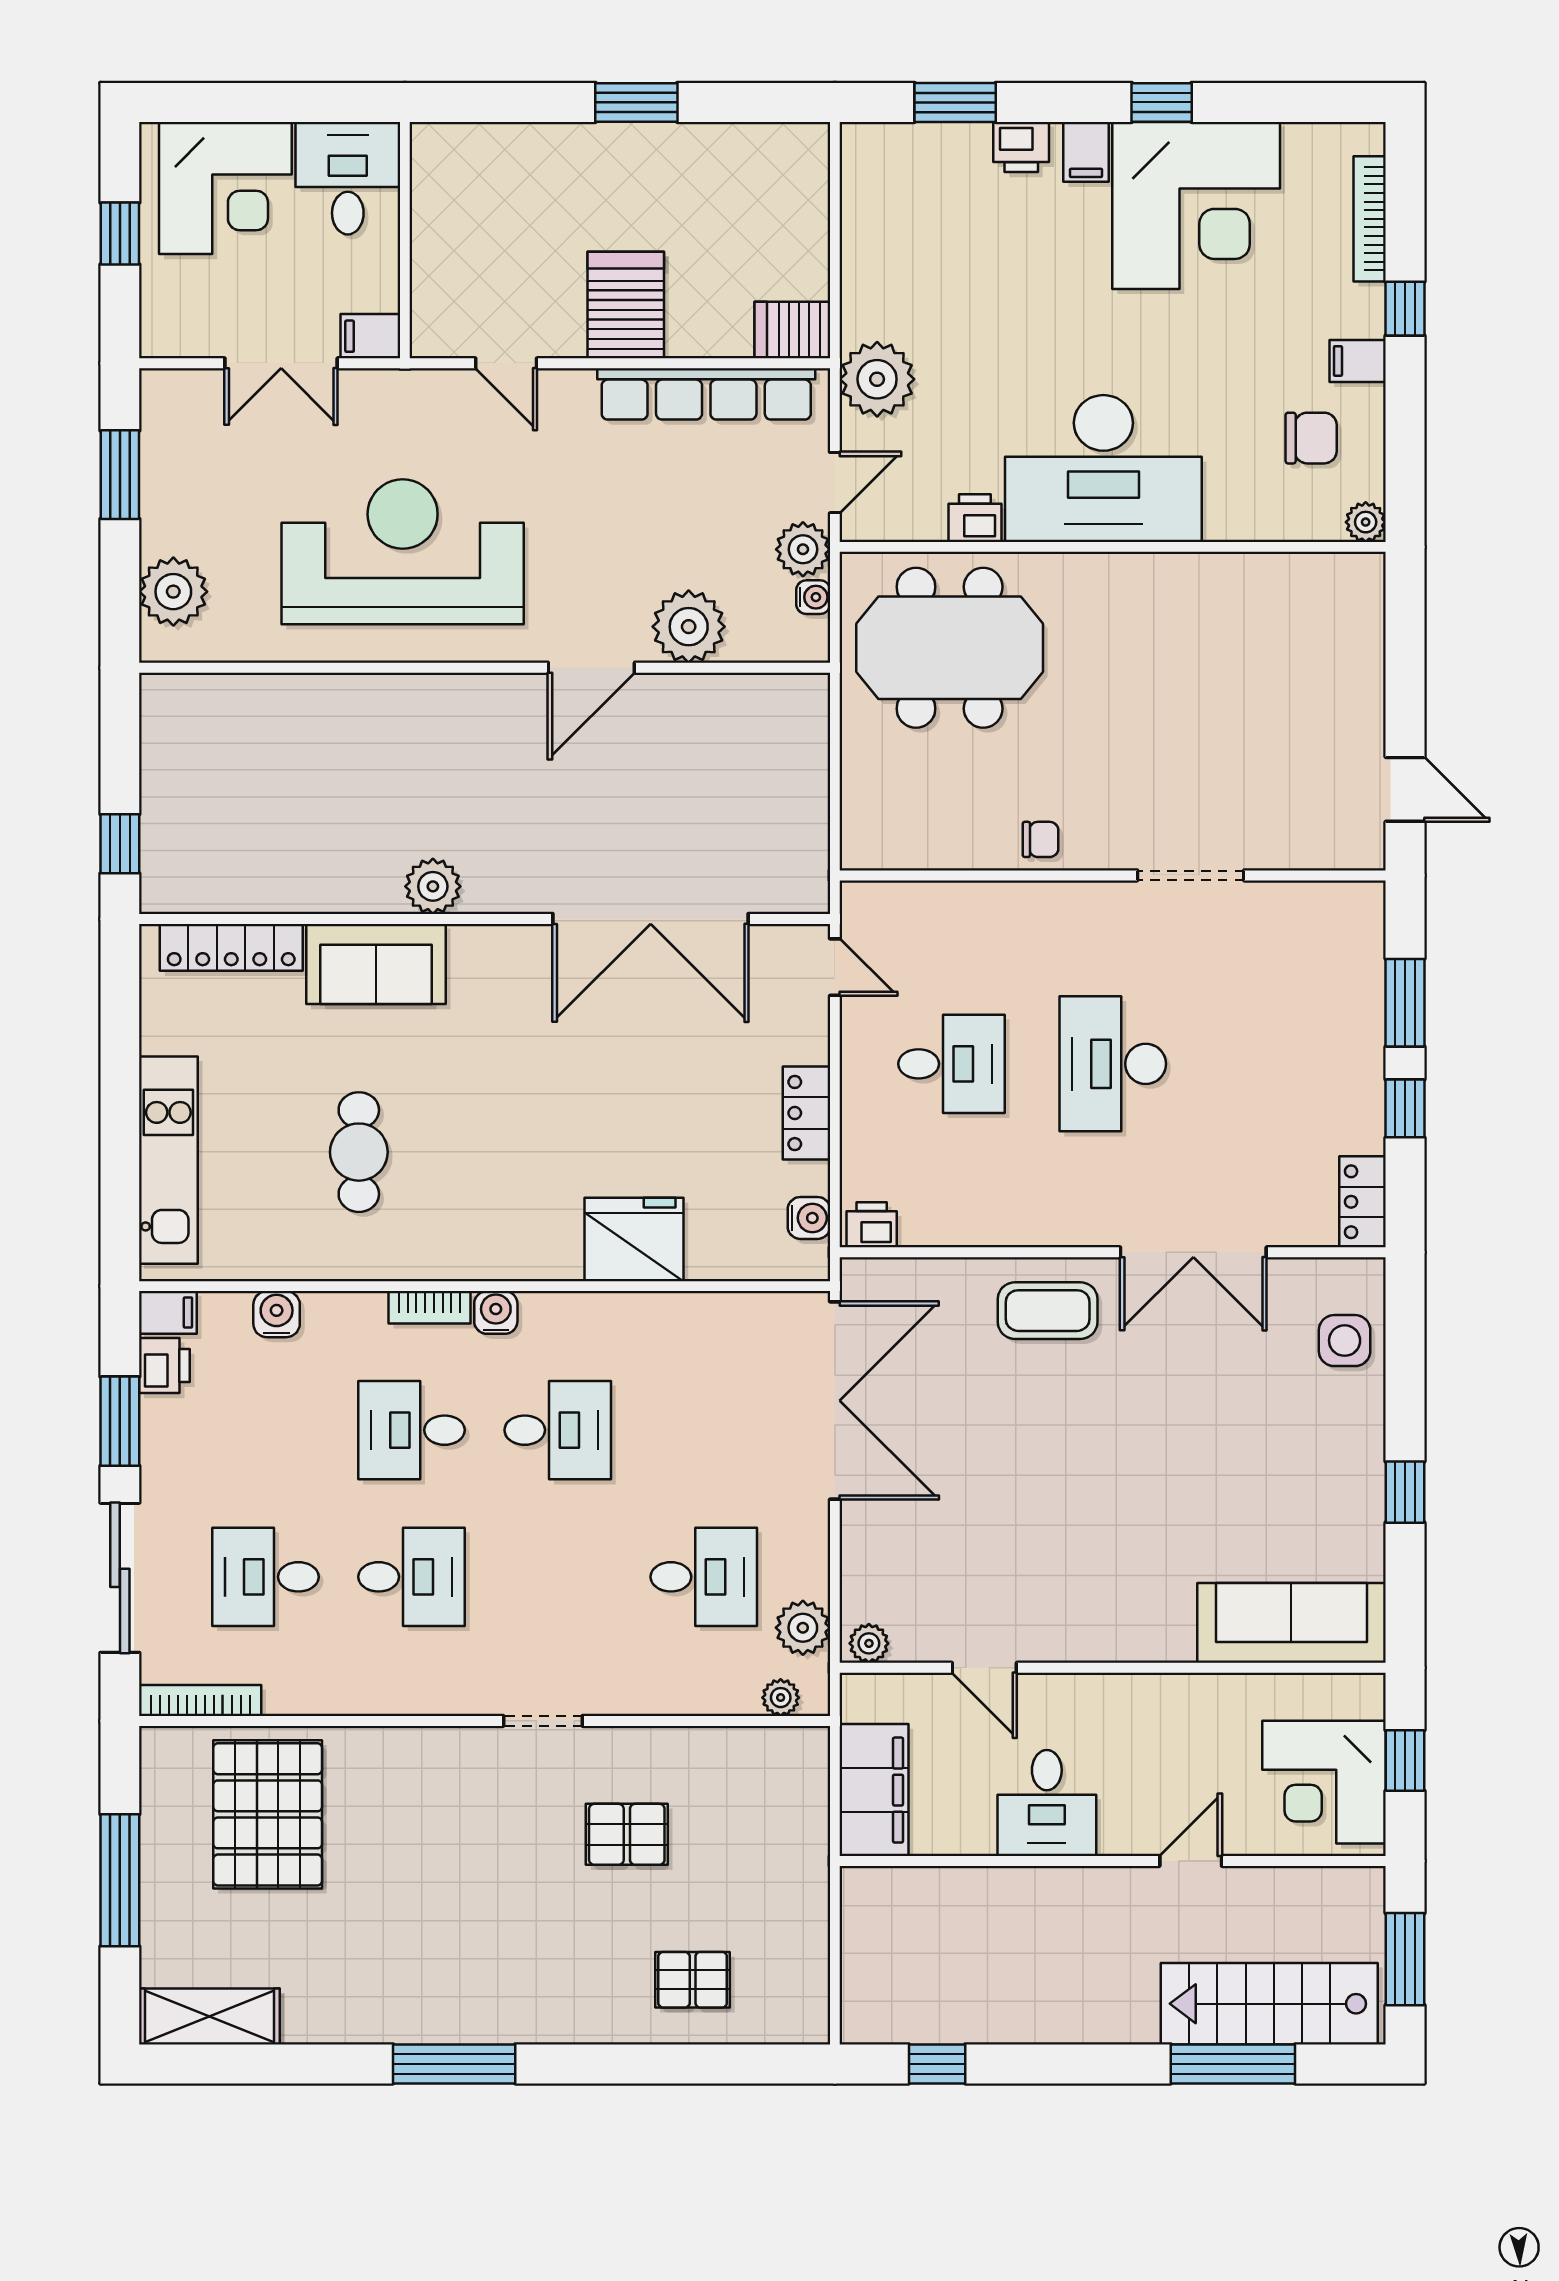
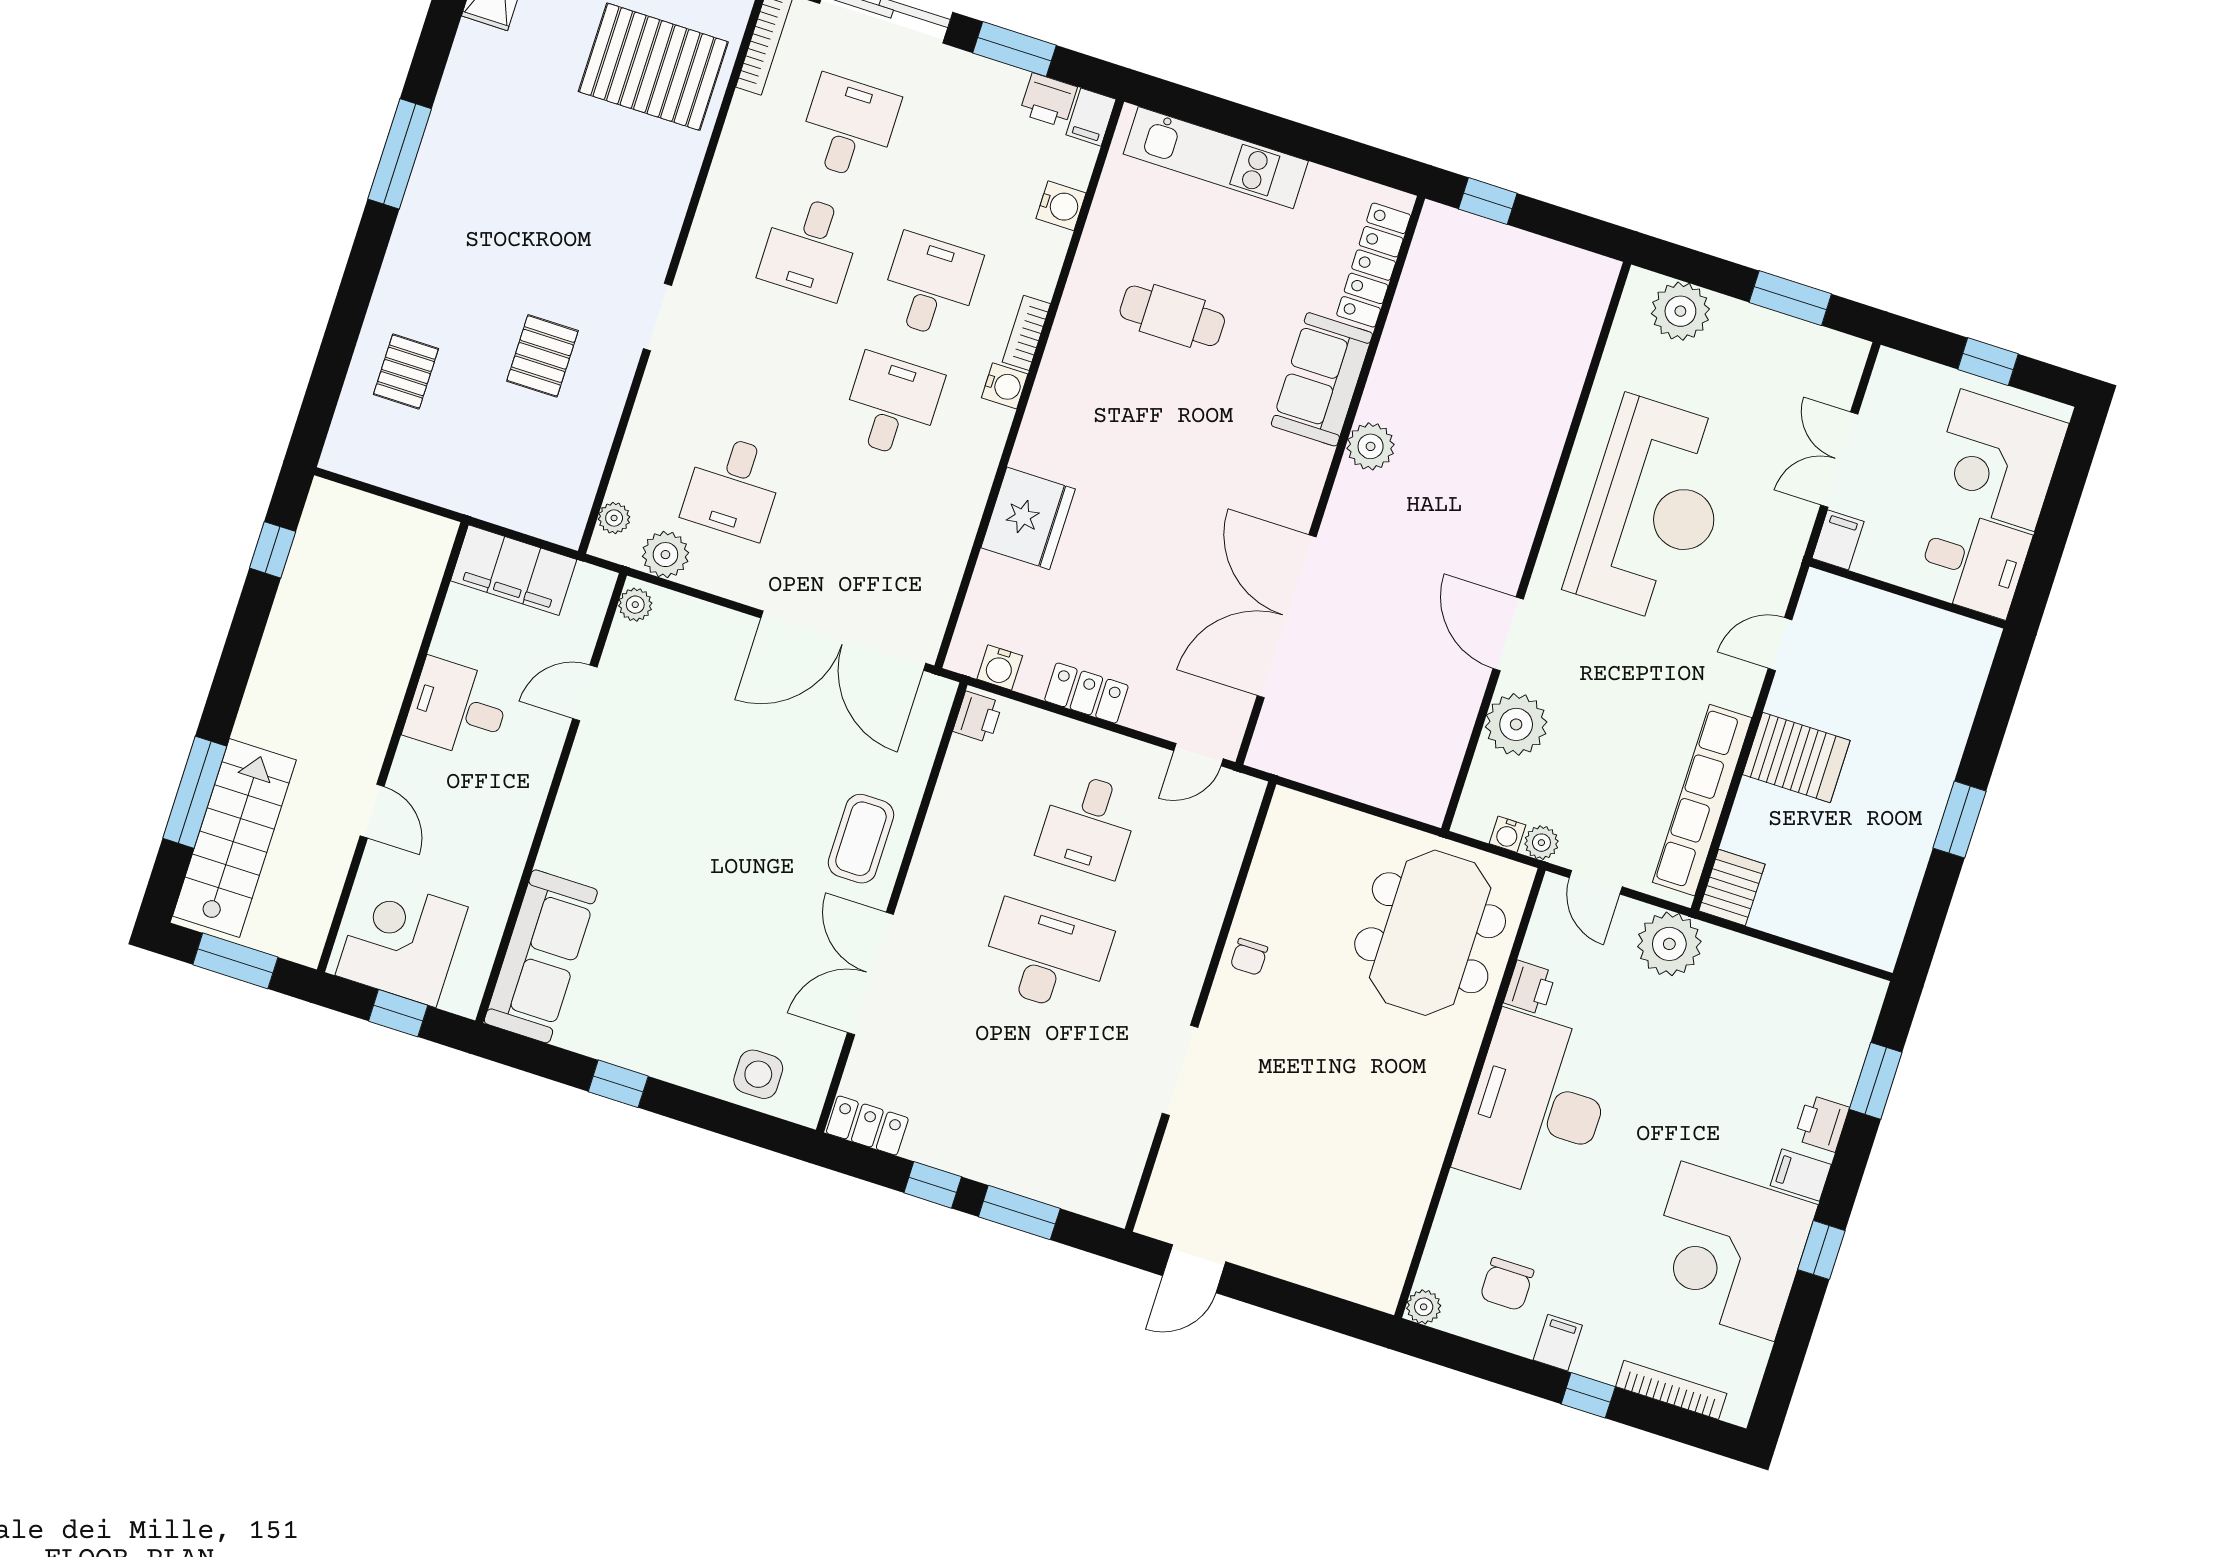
plant: (803, 549) -> (1541, 843), width x0.73, depth x0.73
desk: (558, 1430) -> (892, 406), turned 180

